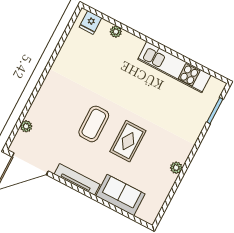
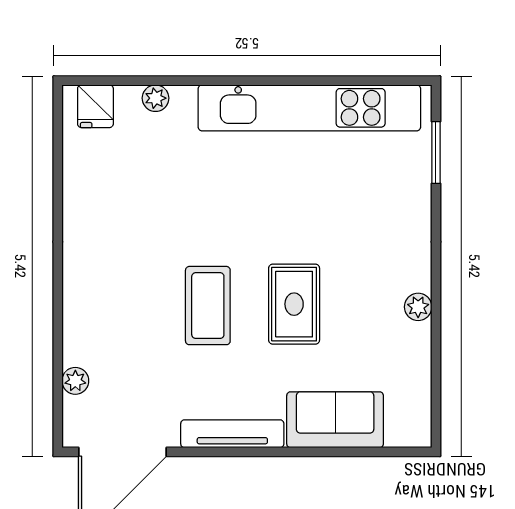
kitchen unit: (174, 67) -> (309, 108), width x1.36

